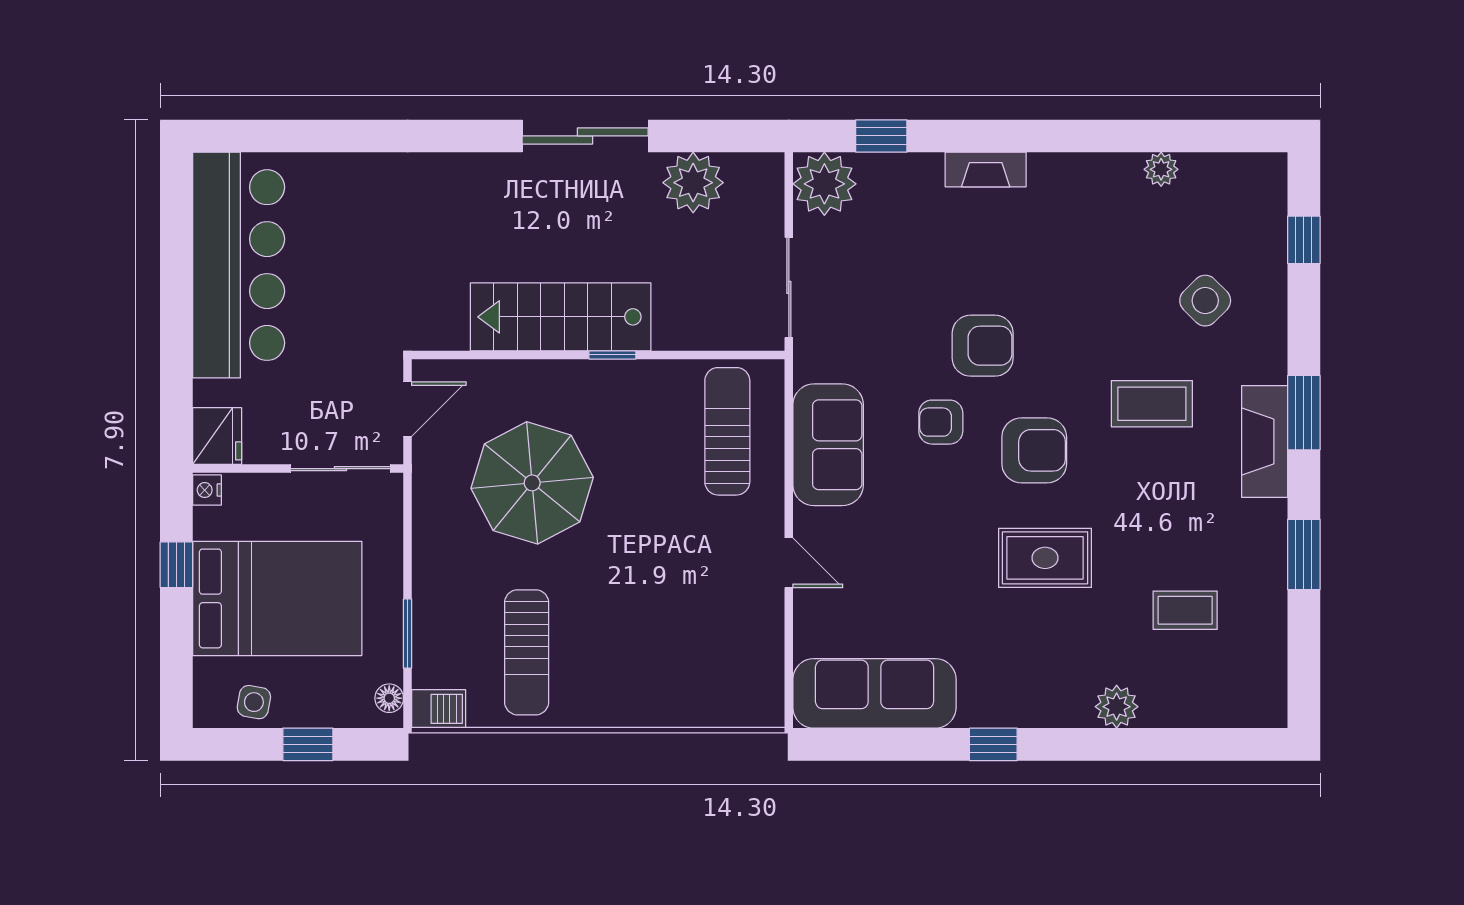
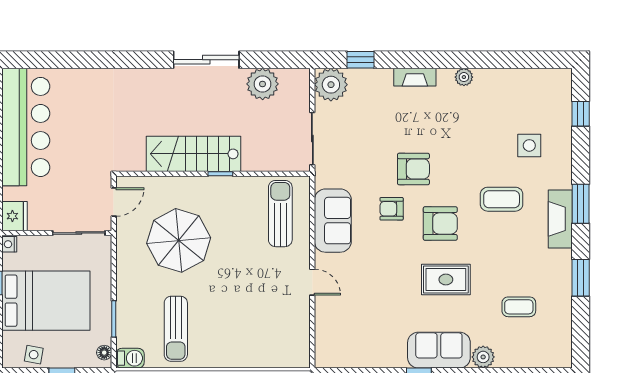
plant: (1161, 169) -> (464, 77), moved
side table: (1205, 301) -> (529, 145), turned 45
sofa: (875, 693) -> (439, 350), moved, width x0.73

